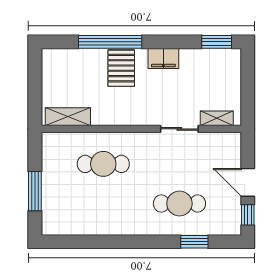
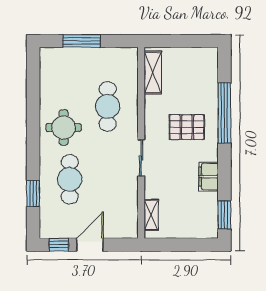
filing cabinet: (163, 58) -> (209, 177), moved
pallet: (121, 68) -> (187, 127), moved
sliding door: (179, 129) -> (141, 158), moved
round table: (125, 210) -> (64, 128), added

